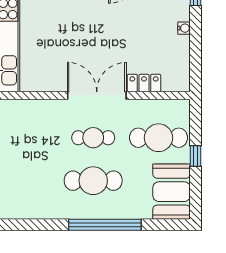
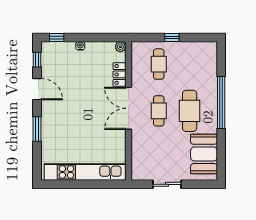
plant: (183, 84) -> (120, 47), added
cafe table: (158, 138) -> (159, 64), width x0.73, depth x0.74
booth: (172, 192) -> (204, 154), moved, turned 90

